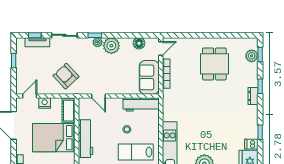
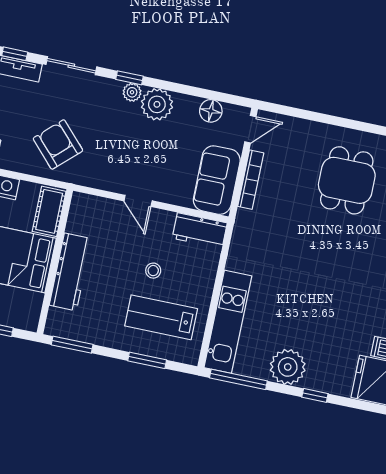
door: (98, 96) -> (138, 201), moved
workbench: (141, 104) -> (200, 231), width x0.73

